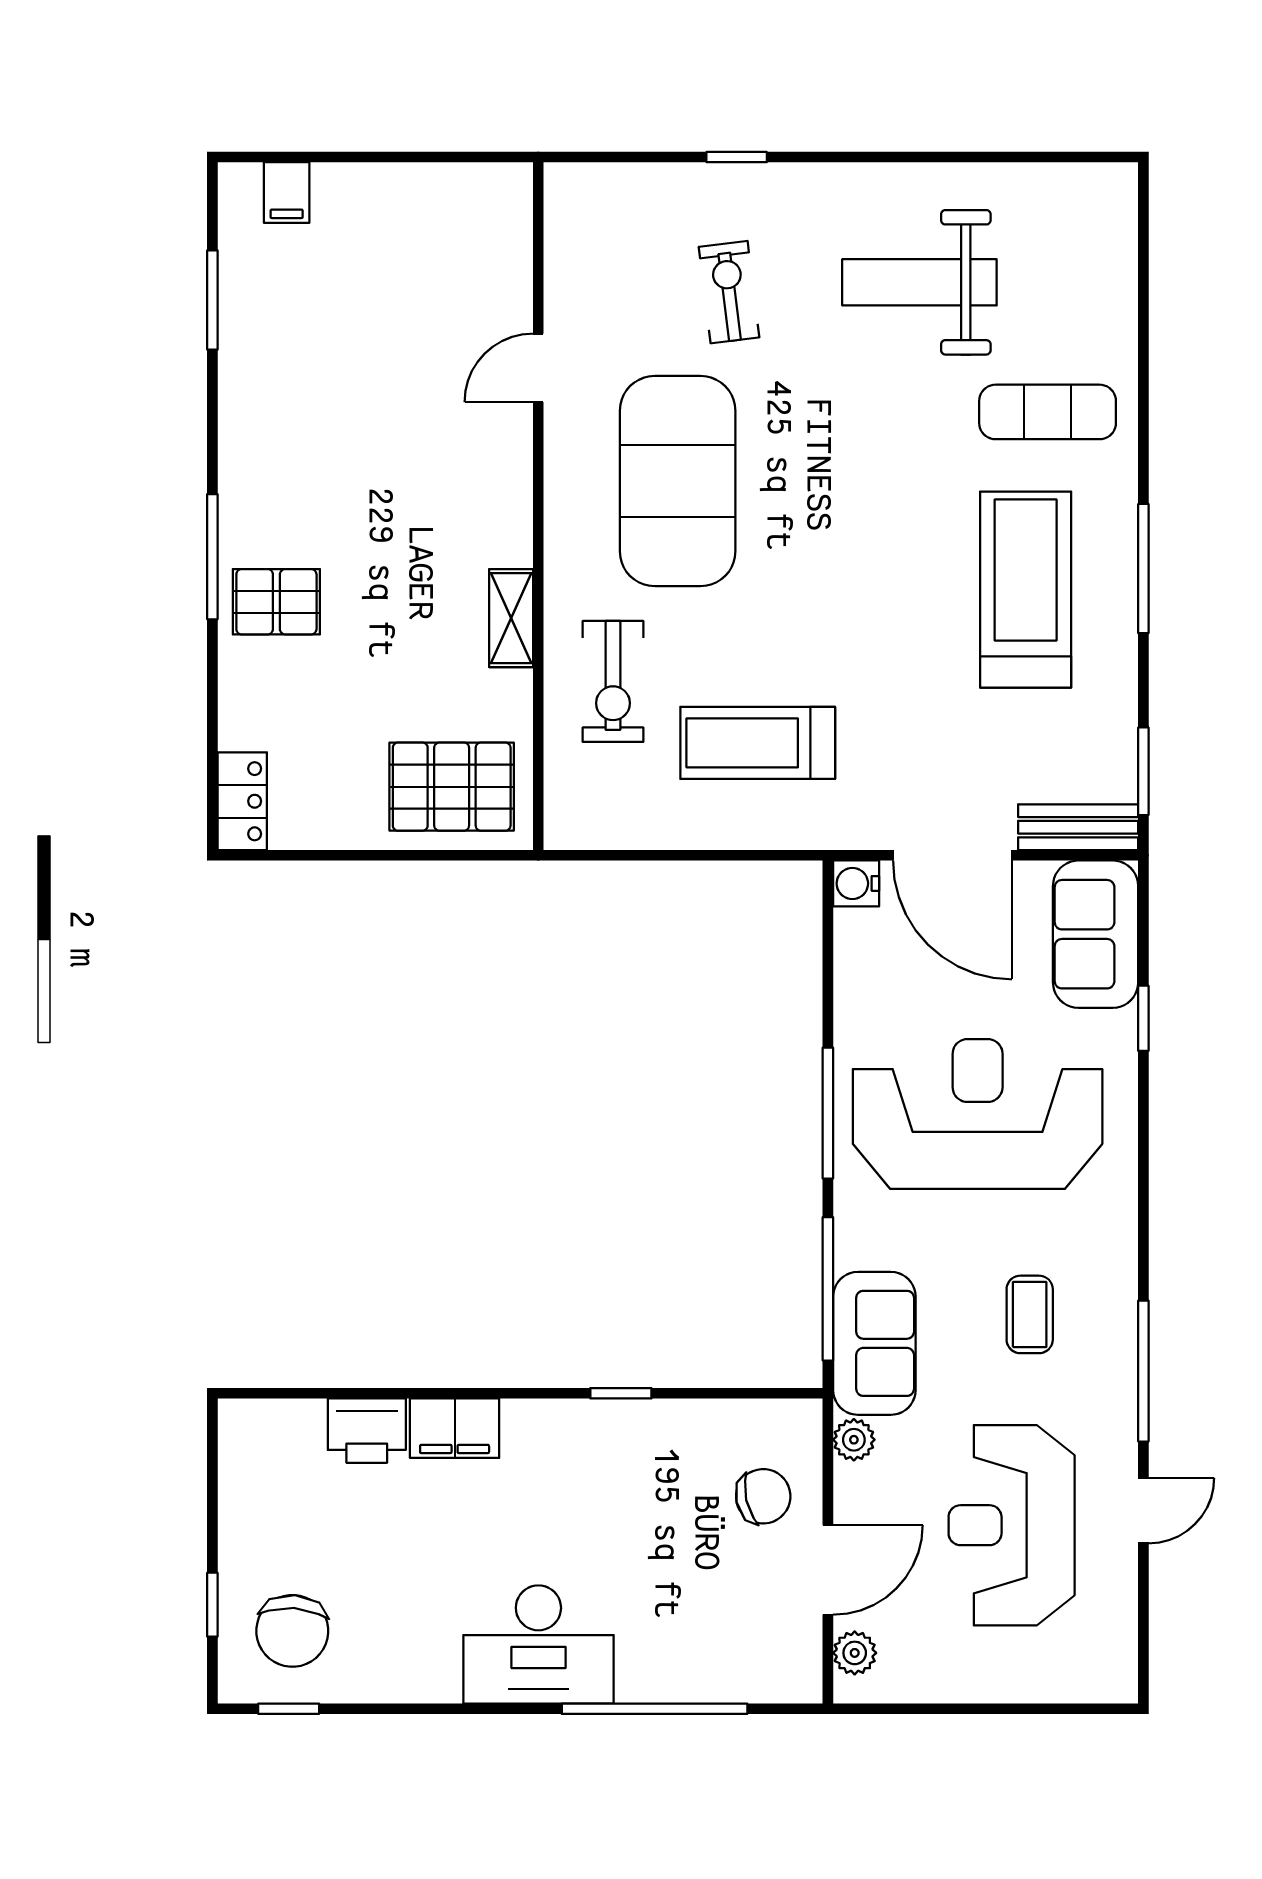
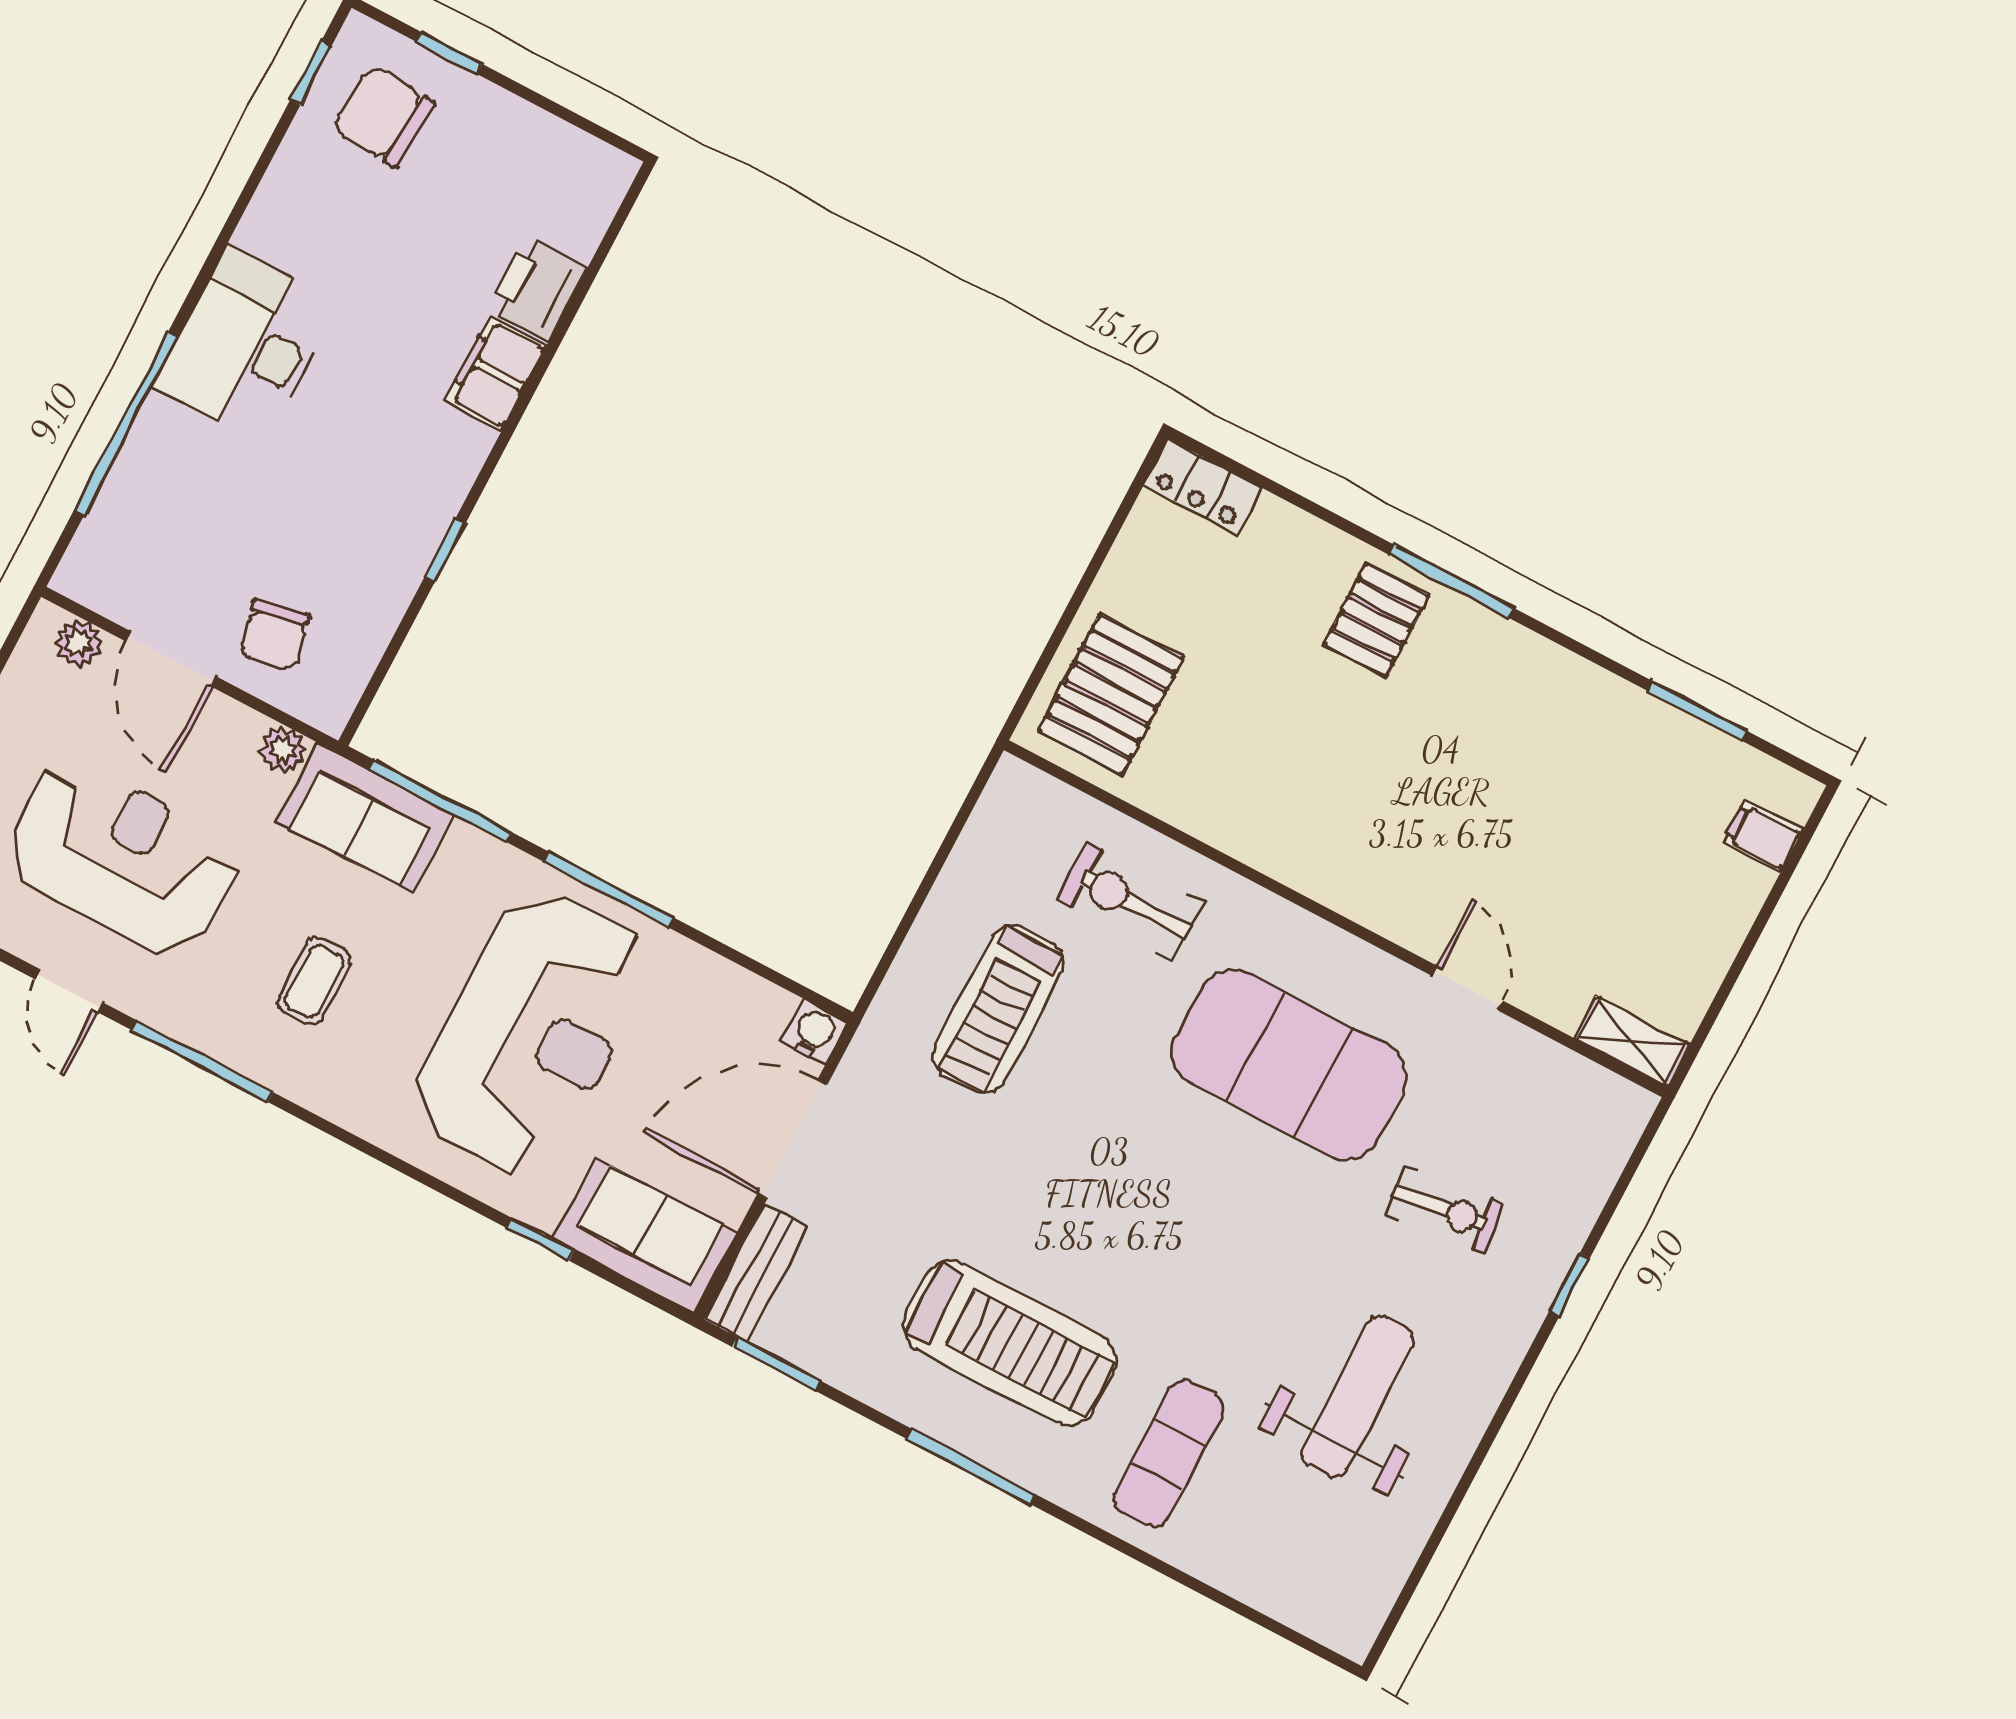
shelving: (511, 618) -> (1632, 1042), moved
treadmill: (758, 743) -> (998, 1009), turned 180
coffee table: (1030, 1314) -> (314, 981), turned 90

